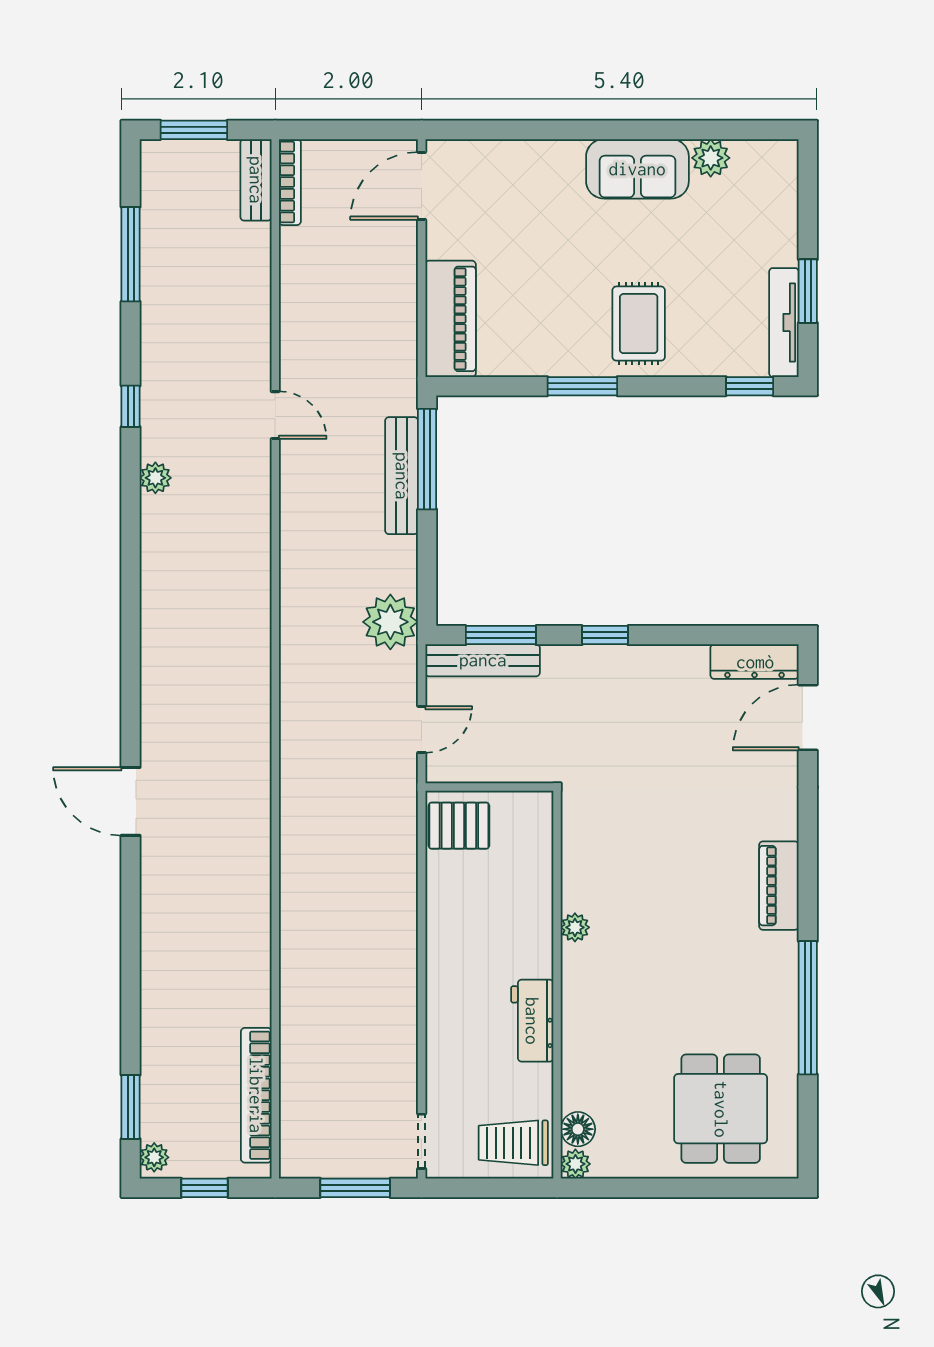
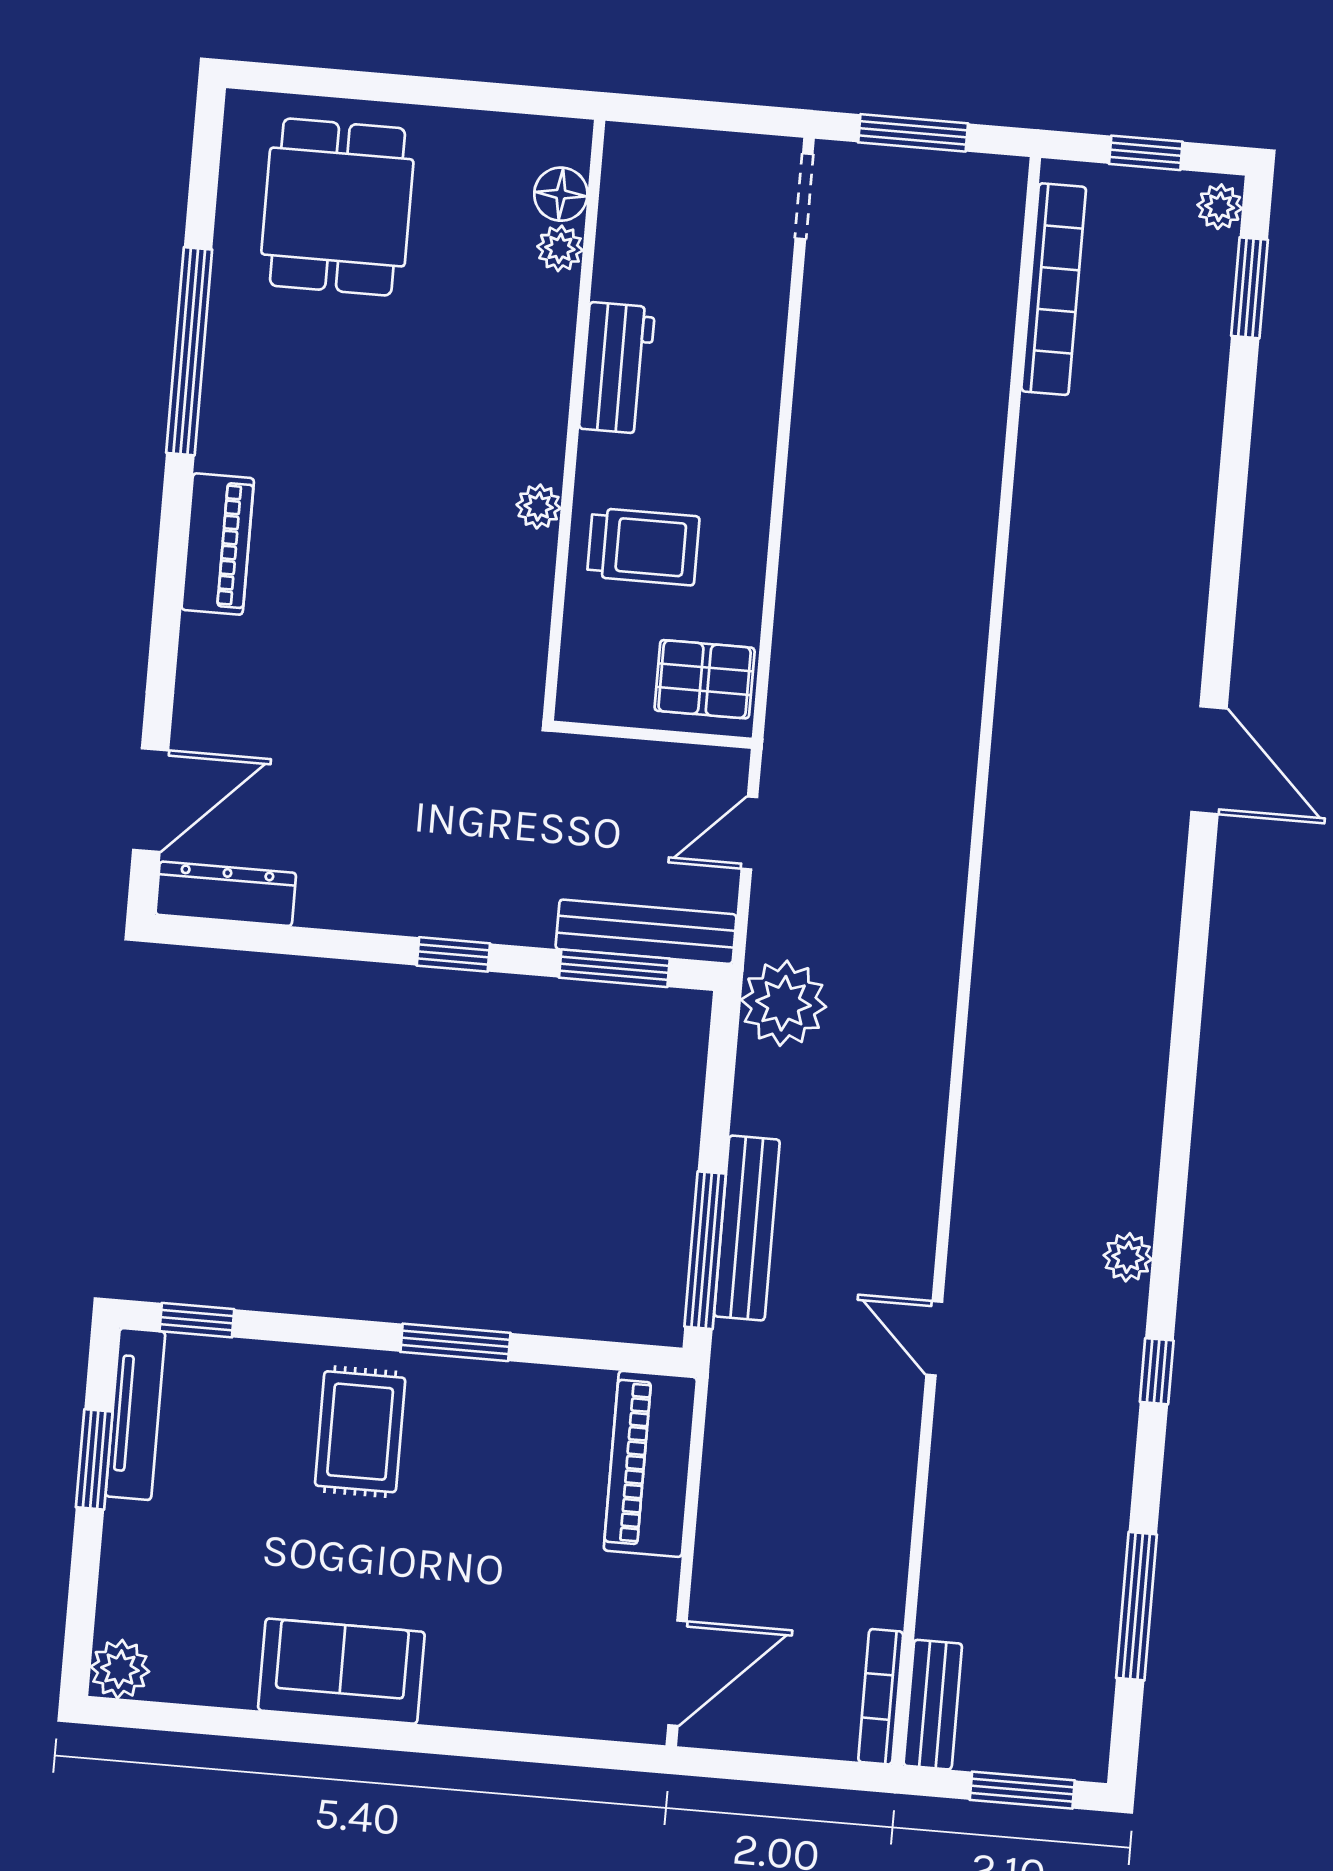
plant: (711, 158) -> (120, 1669), moved
trolley: (513, 1143) -> (643, 547), moved
plant: (575, 1164) -> (560, 248), moved

